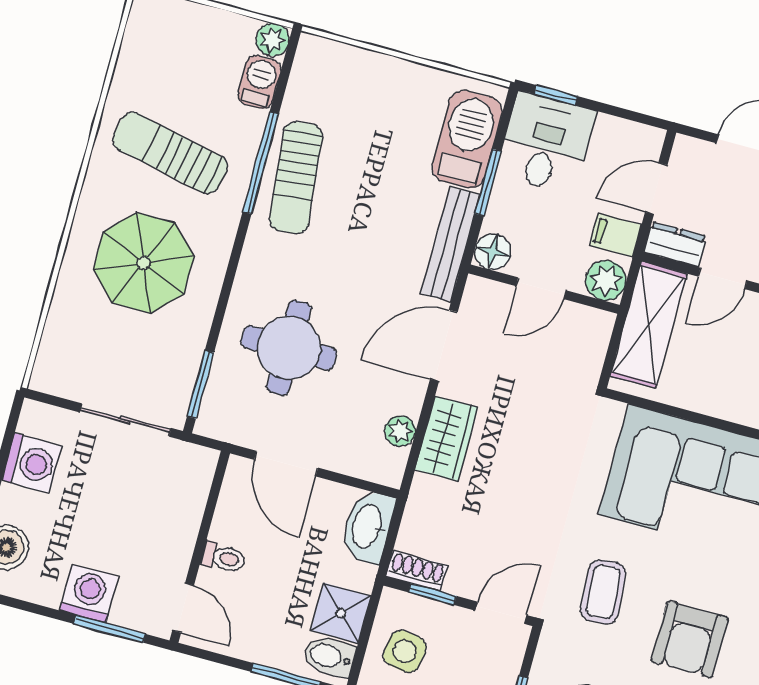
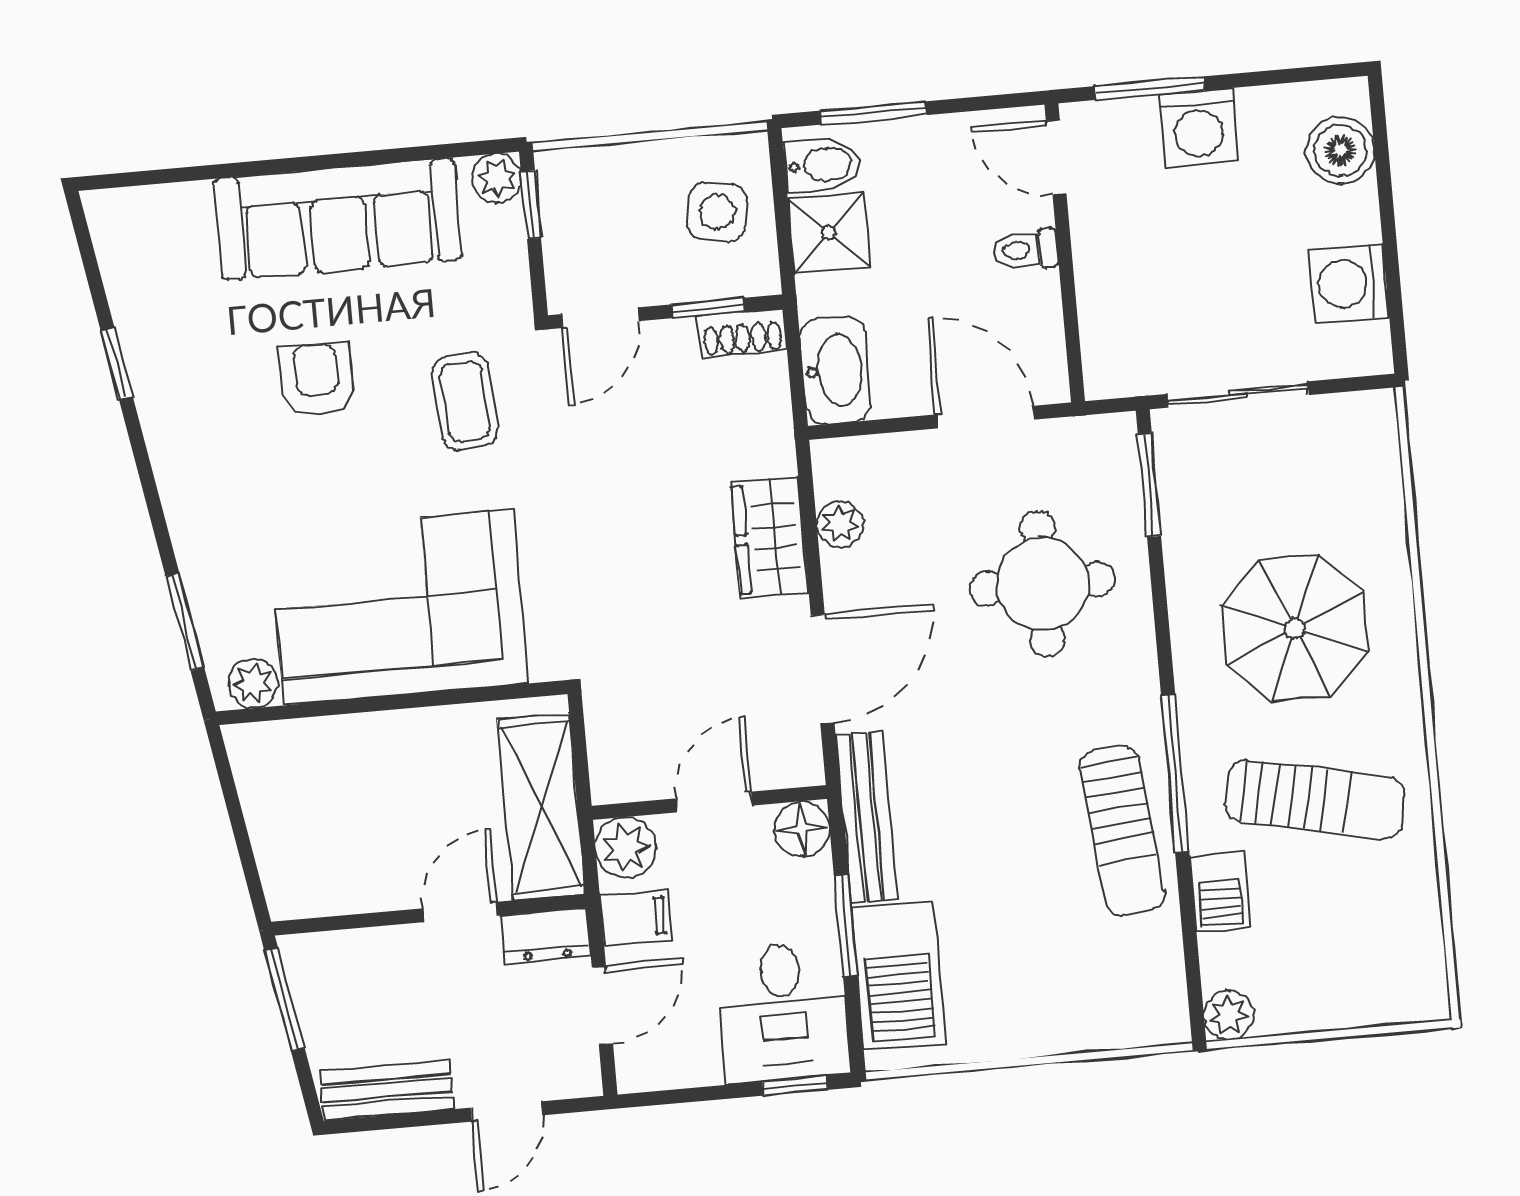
barbecue: (259, 82) -> (1220, 892), moved
window: (261, 163) -> (1175, 773), moved
sun lounger: (296, 178) -> (1122, 830), turned 180
armchair: (690, 639) -> (316, 379), width x0.72, depth x0.72

